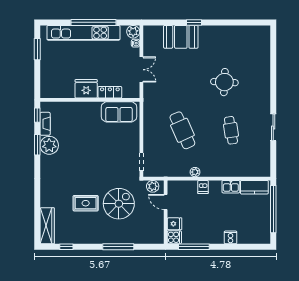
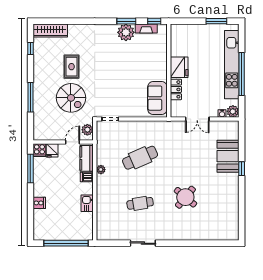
round table: (224, 82) -> (185, 197), turned 37
kitchen counter: (254, 187) -> (87, 158), moved

